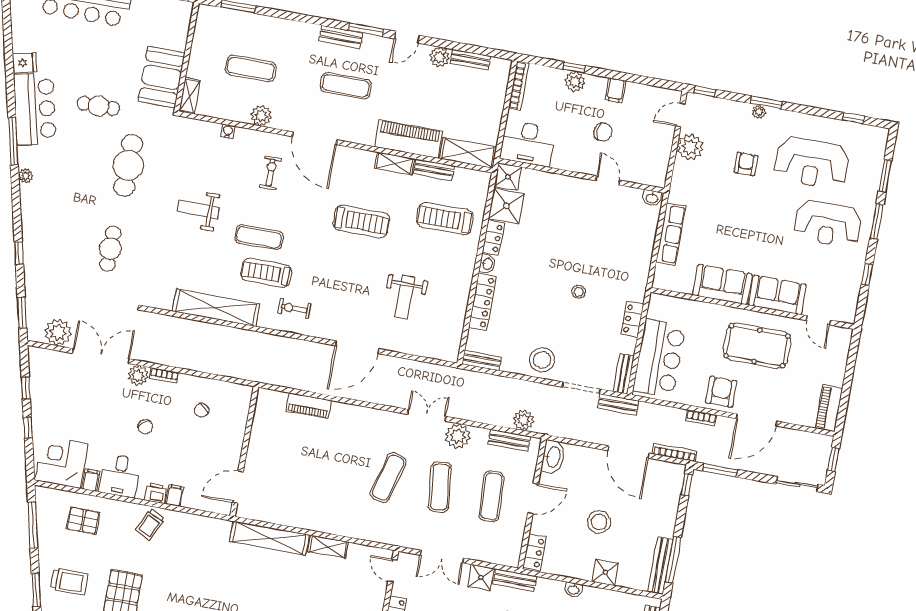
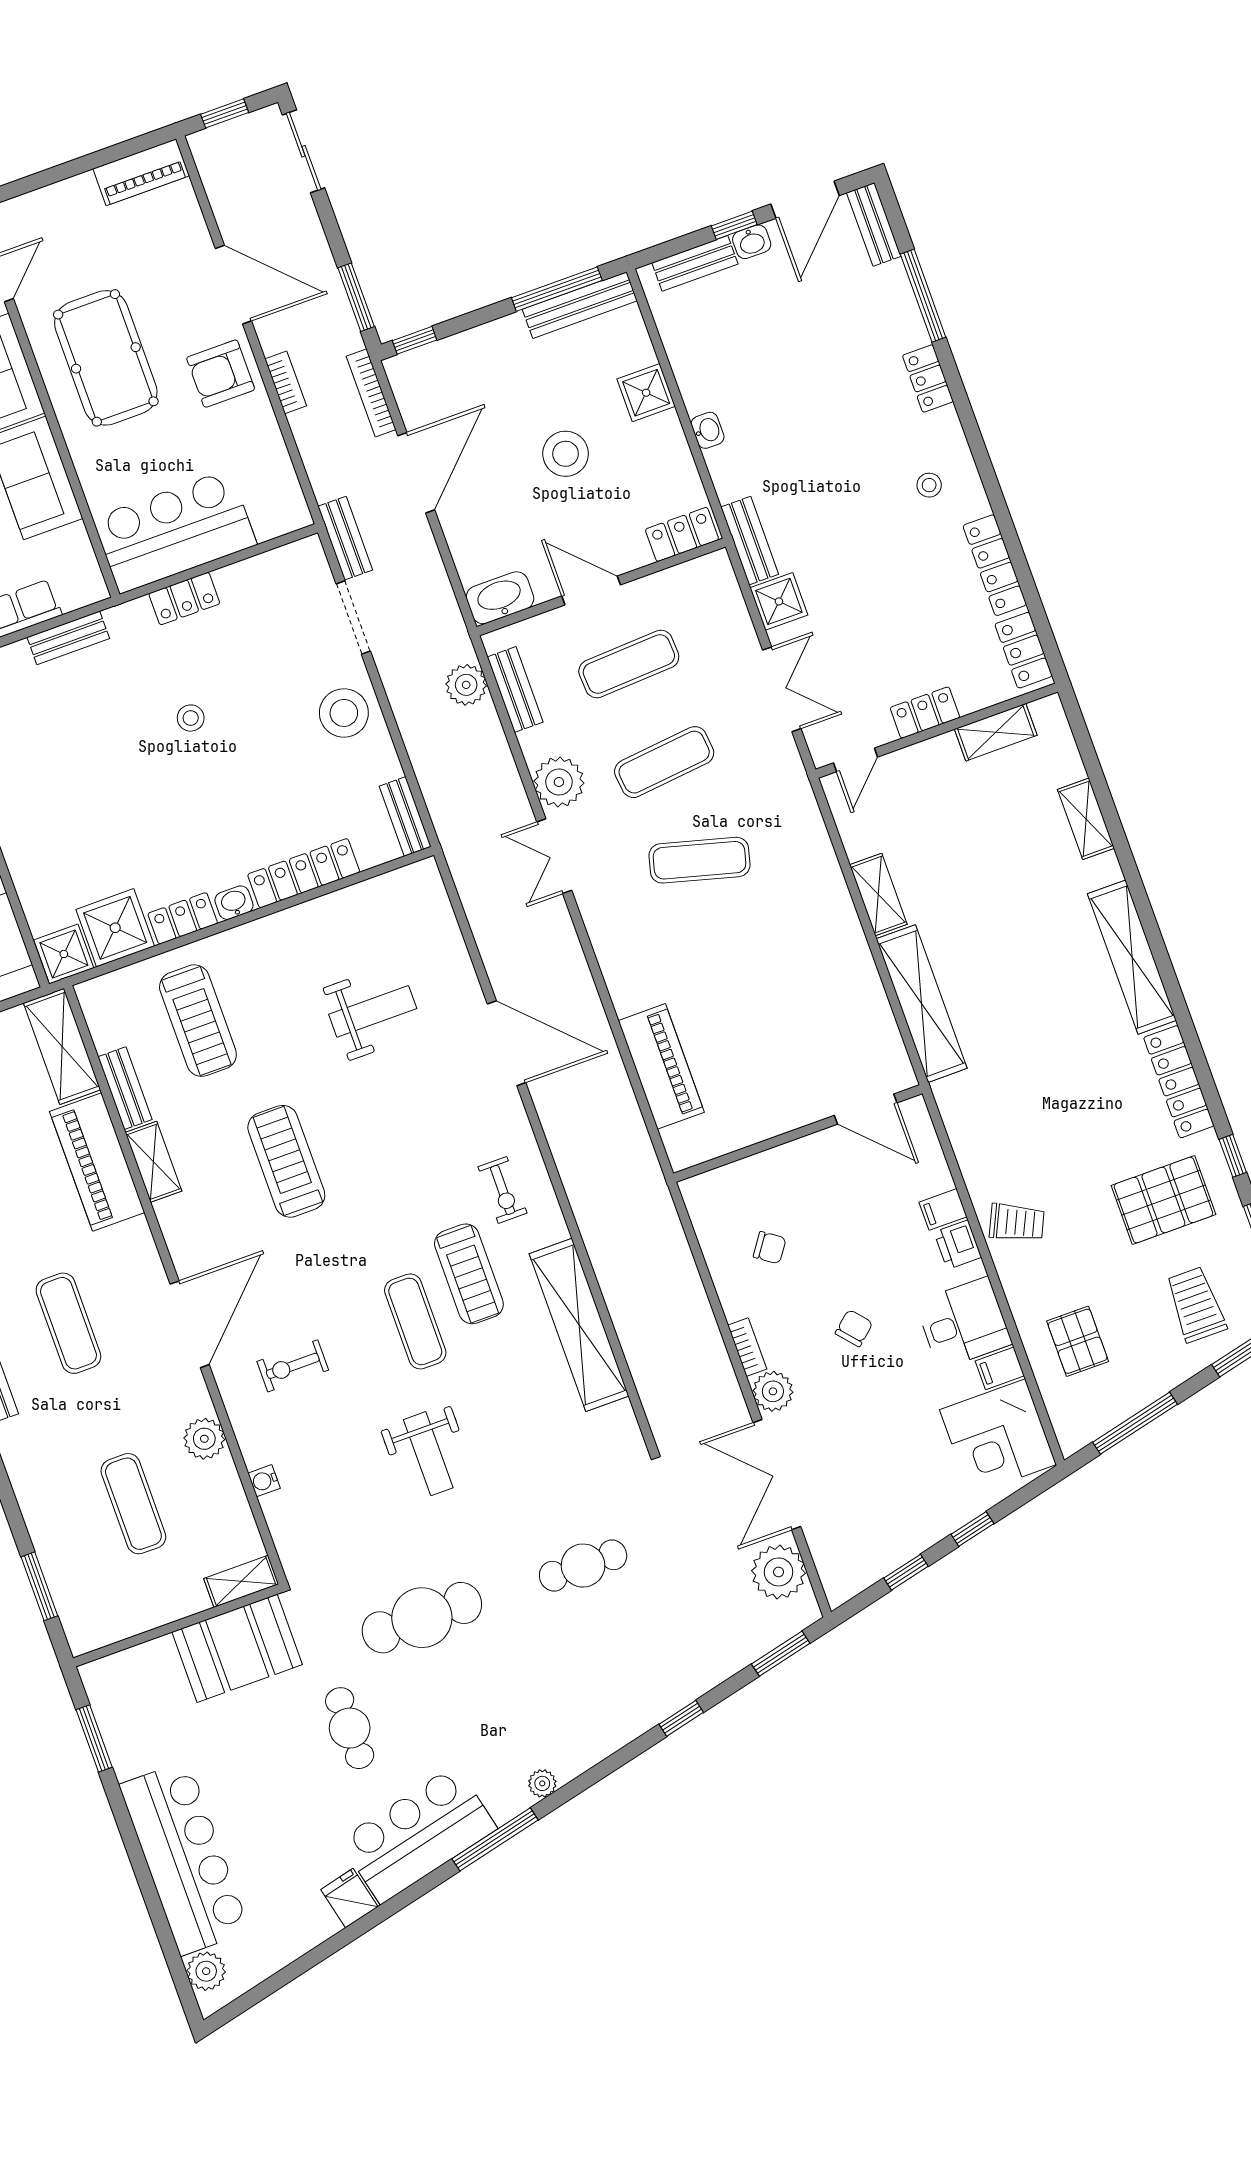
bar counter: (659, 358) -> (175, 531), moved
bench: (624, 374) -> (68, 638), moved
piano: (309, 406) -> (661, 1066), width x1.37, depth x1.33

